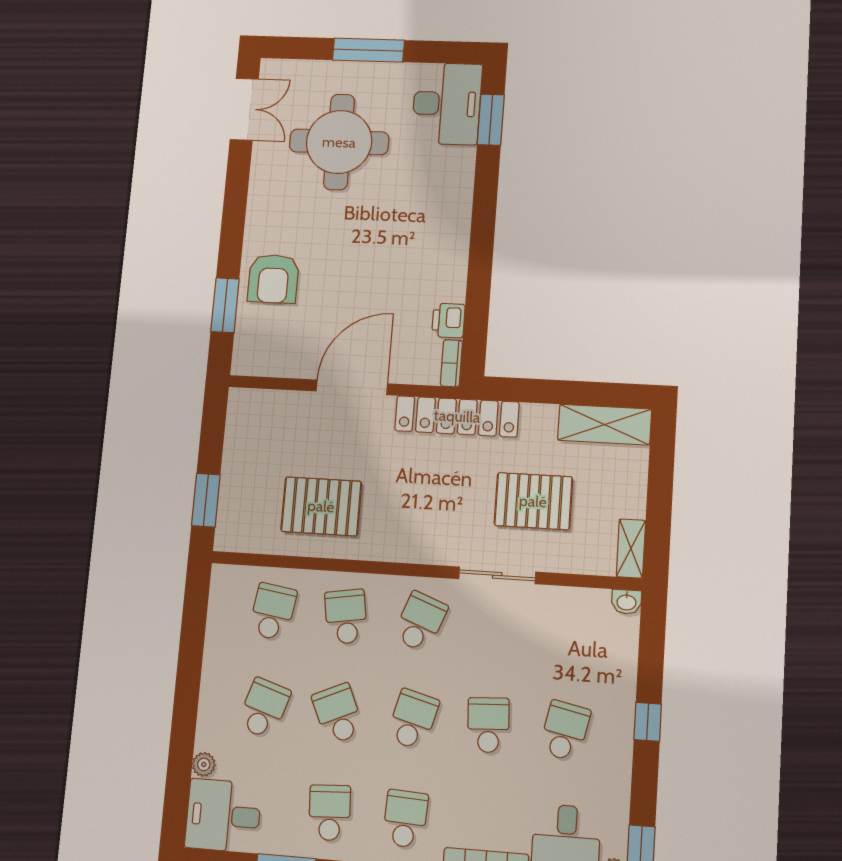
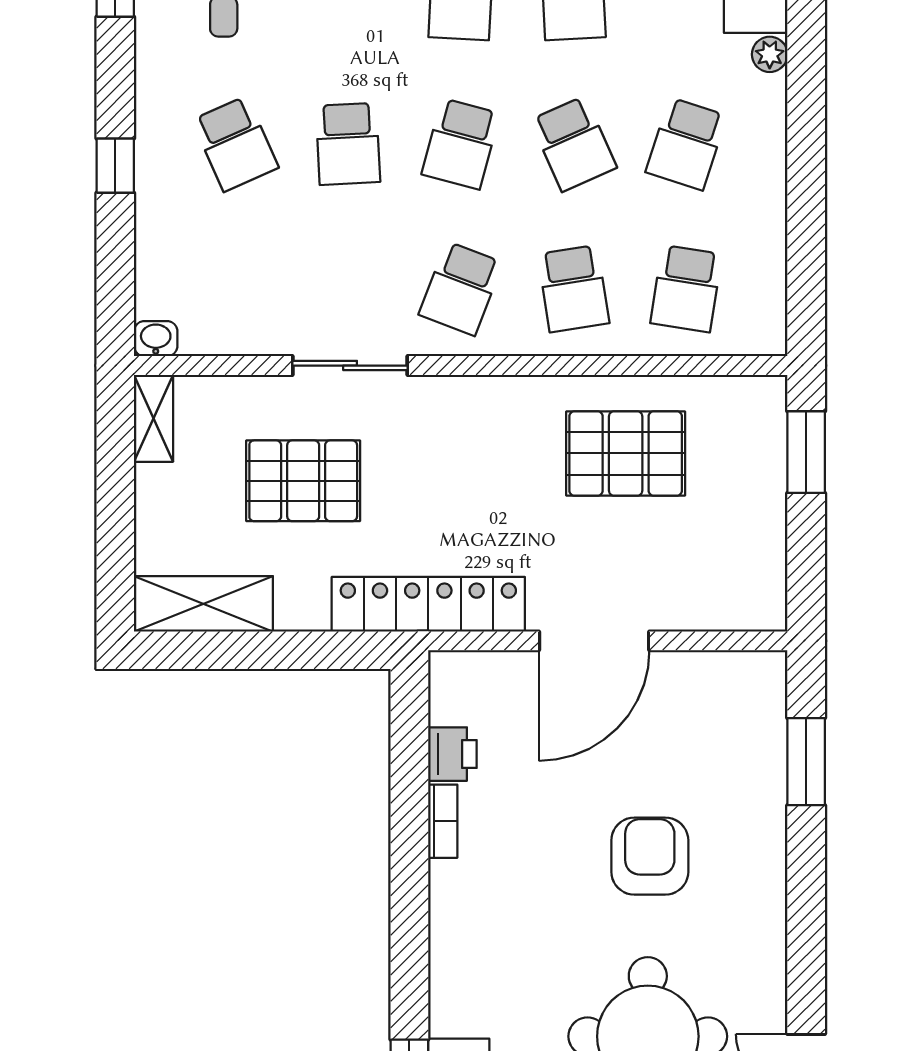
armchair: (273, 279) -> (650, 856), moved
bookcase: (451, 363) -> (443, 821), moved
school desk: (565, 731) -> (235, 144), turned -36

